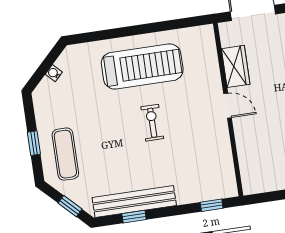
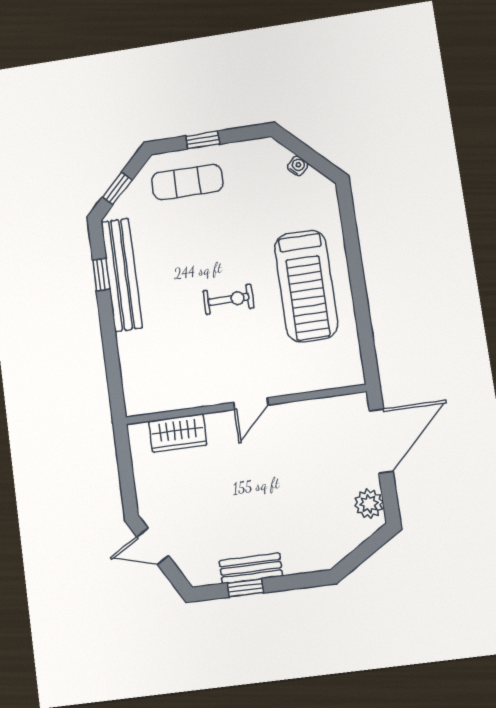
wardrobe: (236, 66) -> (178, 433), moved
window: (212, 205) -> (114, 380), removed

